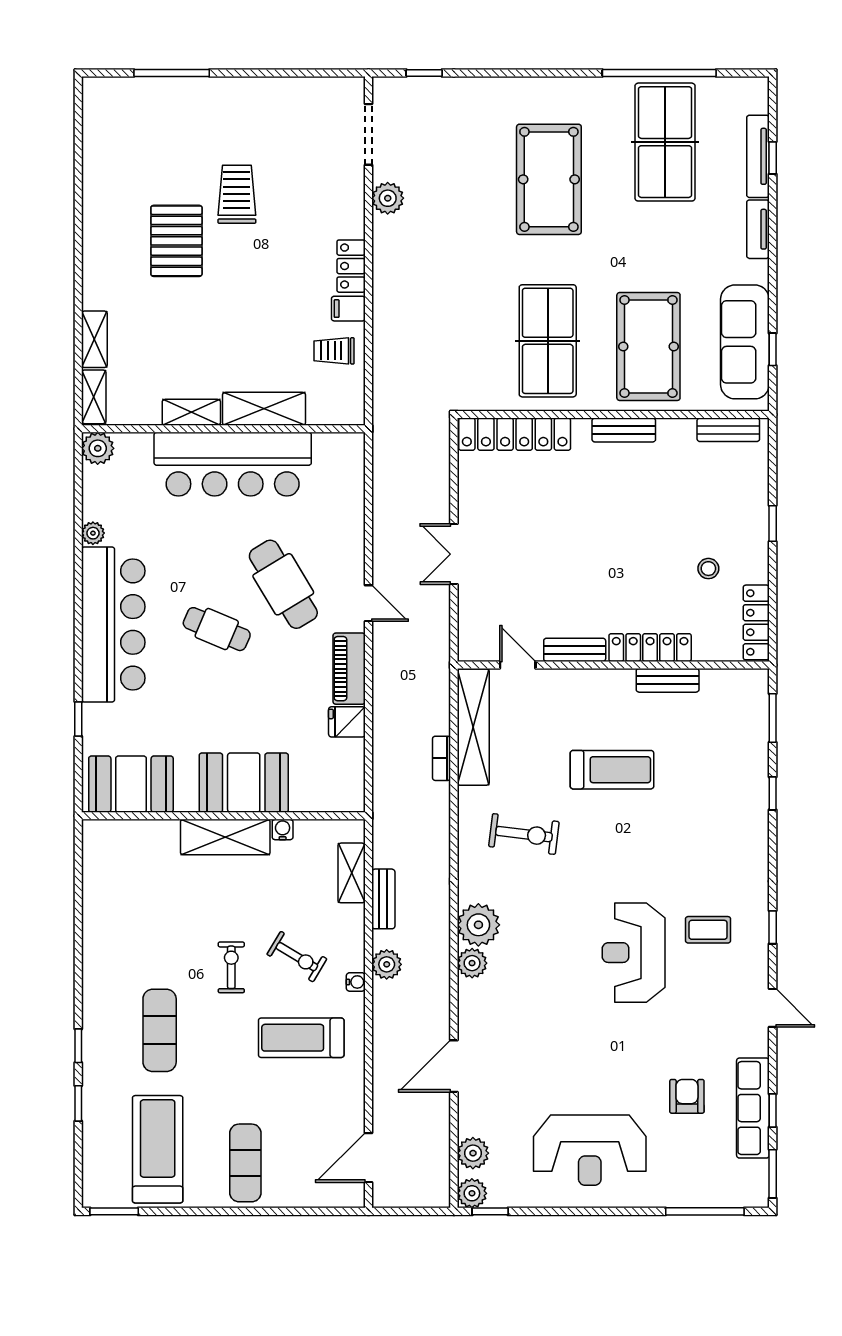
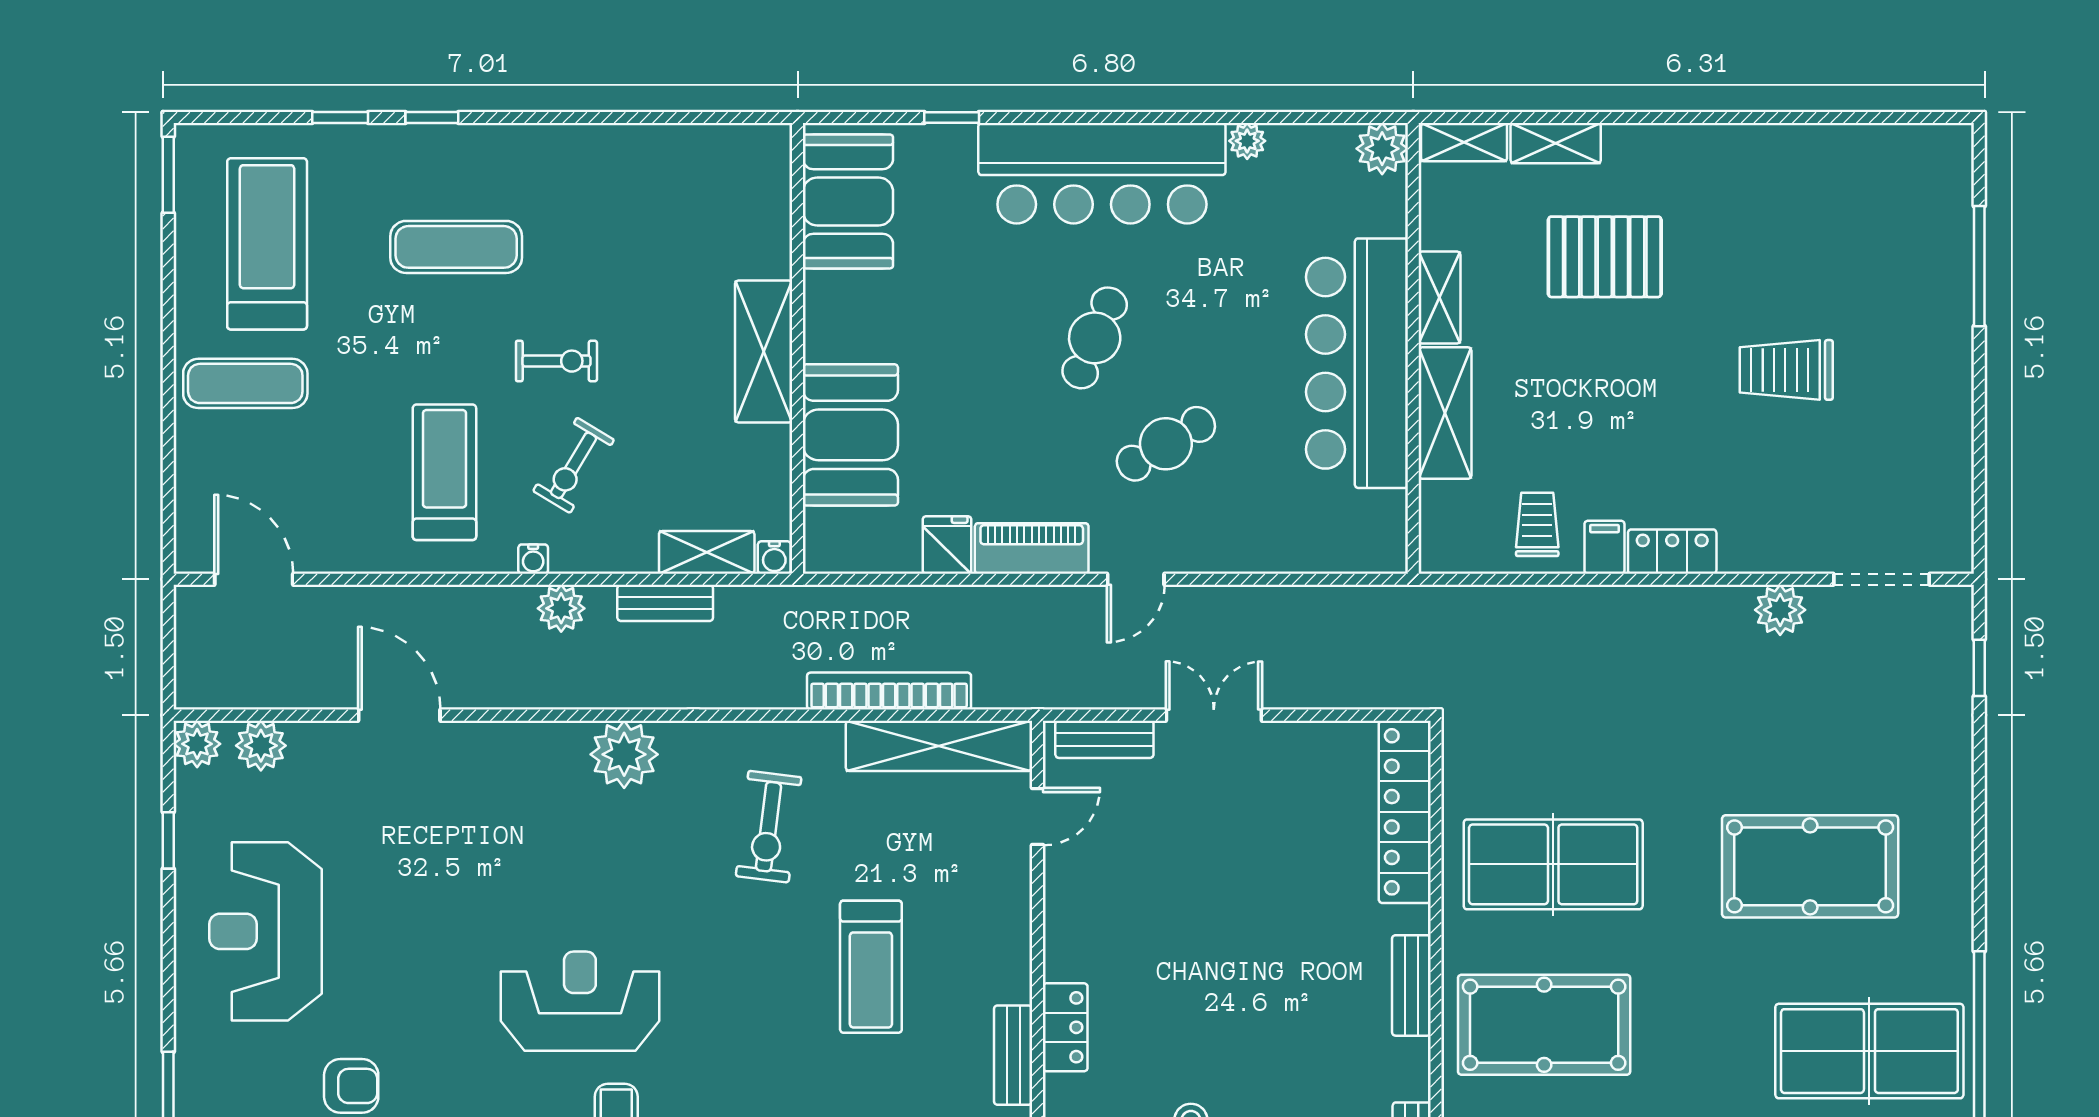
trolley: (237, 194) -> (1786, 370), turned 180
pallet: (176, 241) -> (1605, 257), moved
cafe table: (283, 584) -> (1166, 444), width x0.73, depth x0.74
locker: (650, 648) -> (1065, 1027), width x0.66
bench: (575, 650) -> (1104, 739), moved, turned 90
bookcase: (442, 758) -> (889, 691), width x2.31, depth x1.31
booth: (244, 783) -> (850, 435), moved
water cooler: (283, 830) -> (774, 557), moved, turned 90
plant: (472, 963) -> (563, 744), removed
treadmill: (158, 1149) -> (267, 244), turned -90
window: (490, 1211) -> (168, 840), moved

